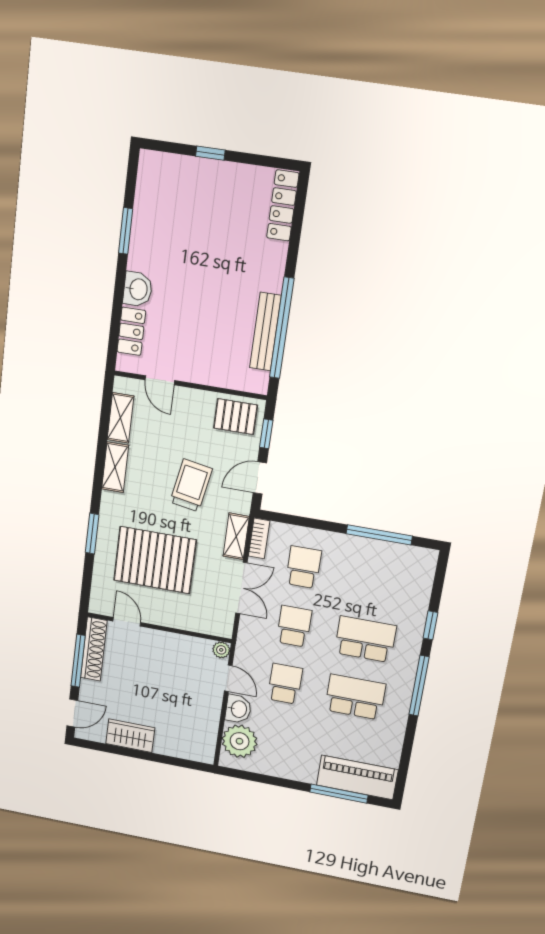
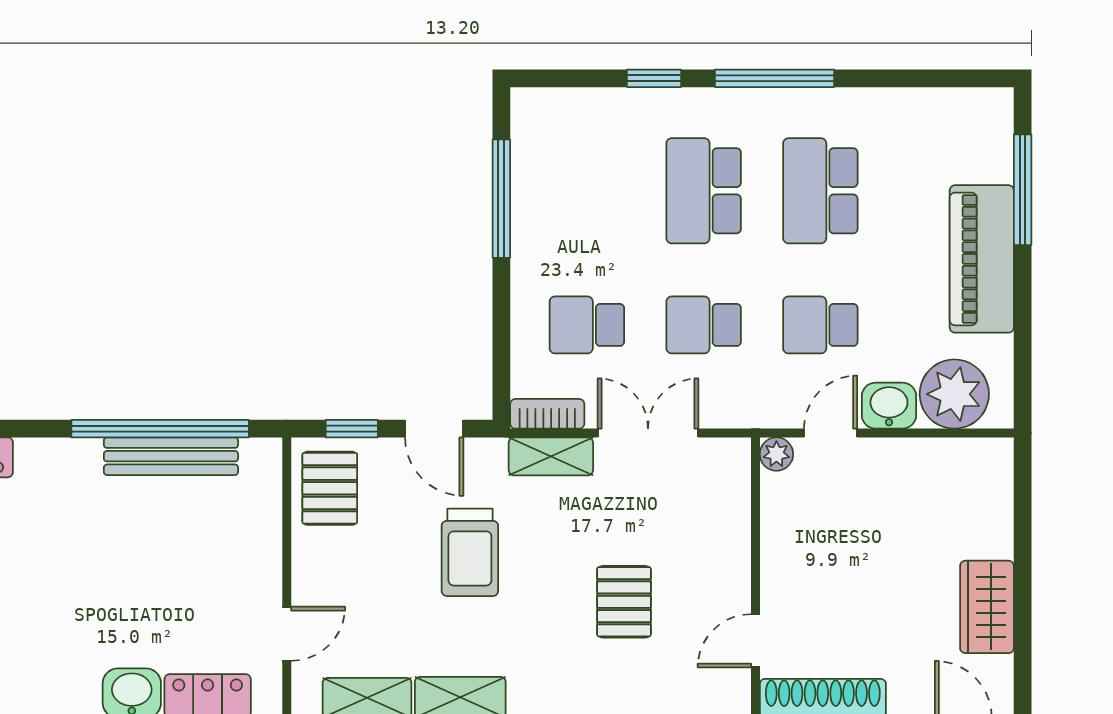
trolley: (191, 485) -> (470, 552), turned -100
pallet: (155, 560) -> (624, 602), width x0.49, depth x0.50
piano: (357, 777) -> (982, 259), moved

